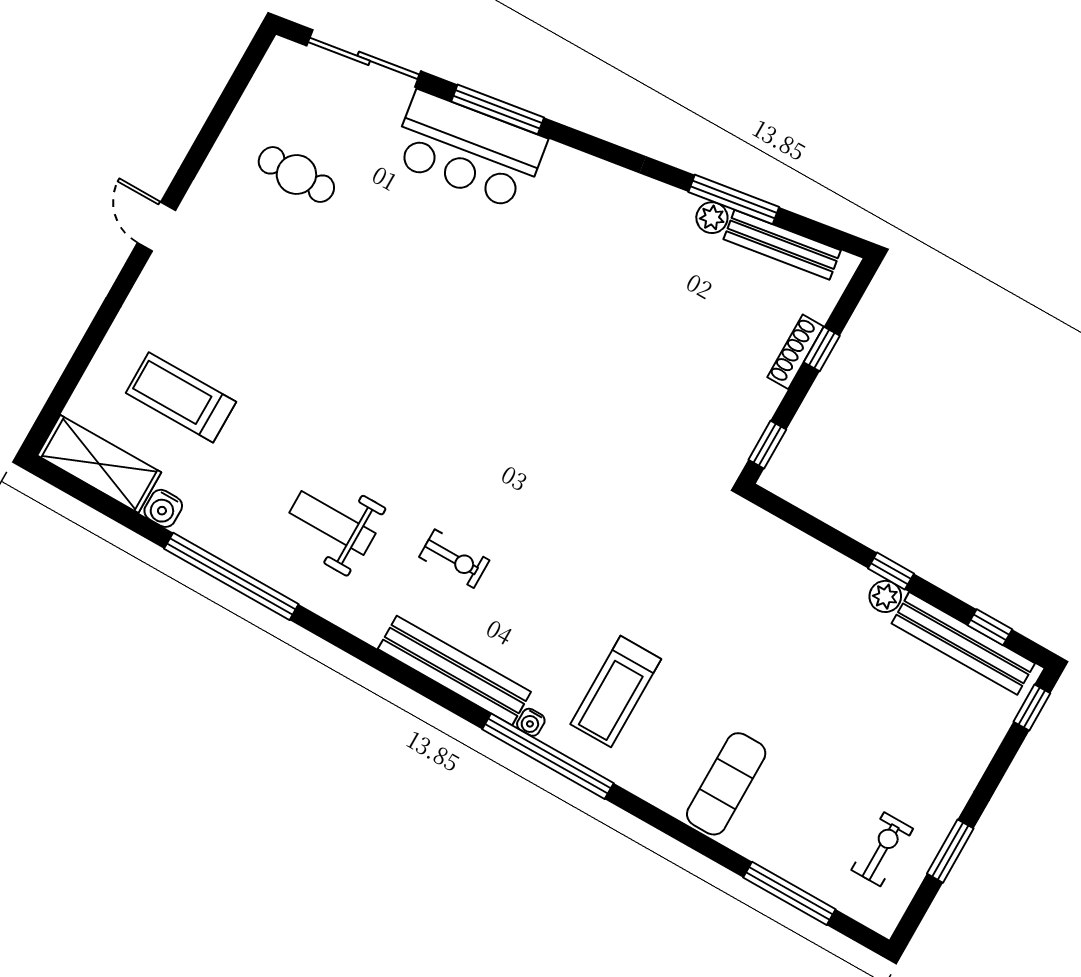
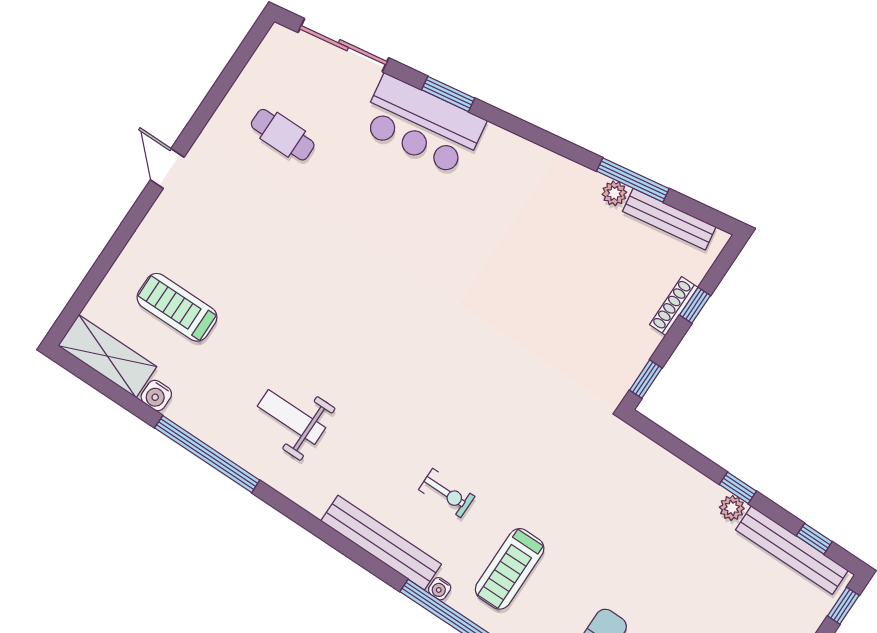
window: (498, 109) -> (448, 94), width x0.69
exercise bike: (454, 559) -> (447, 493), moved

